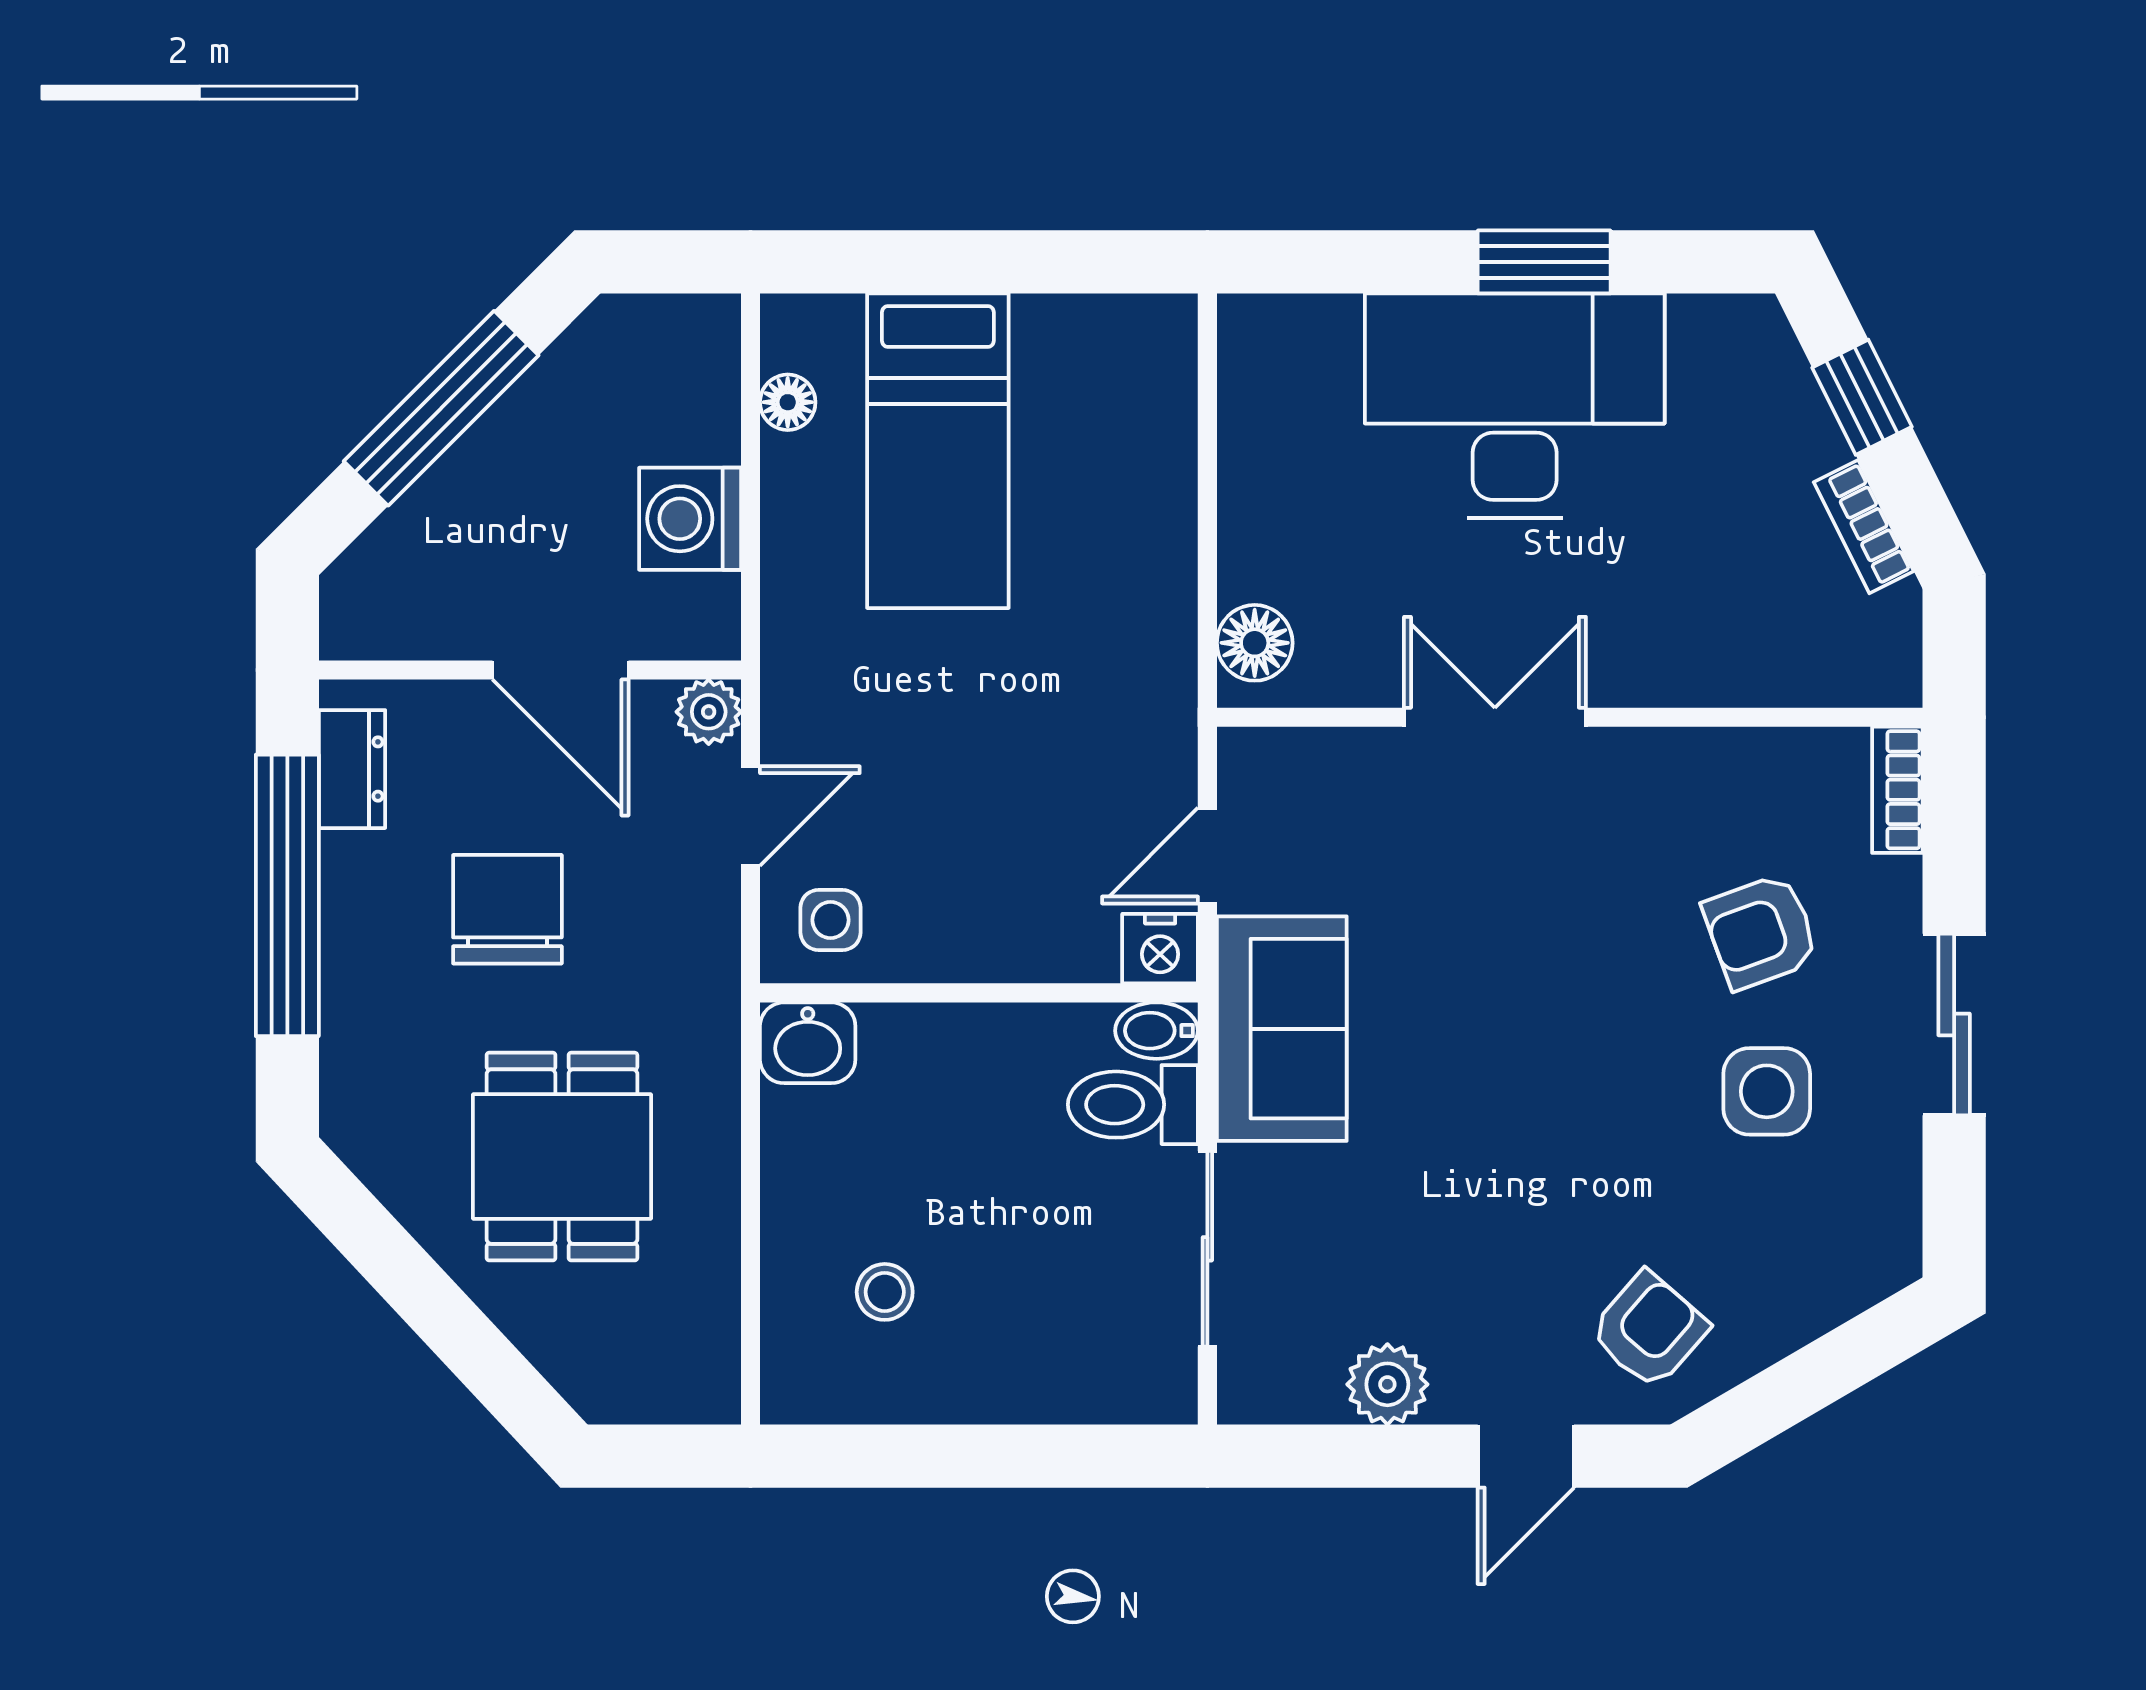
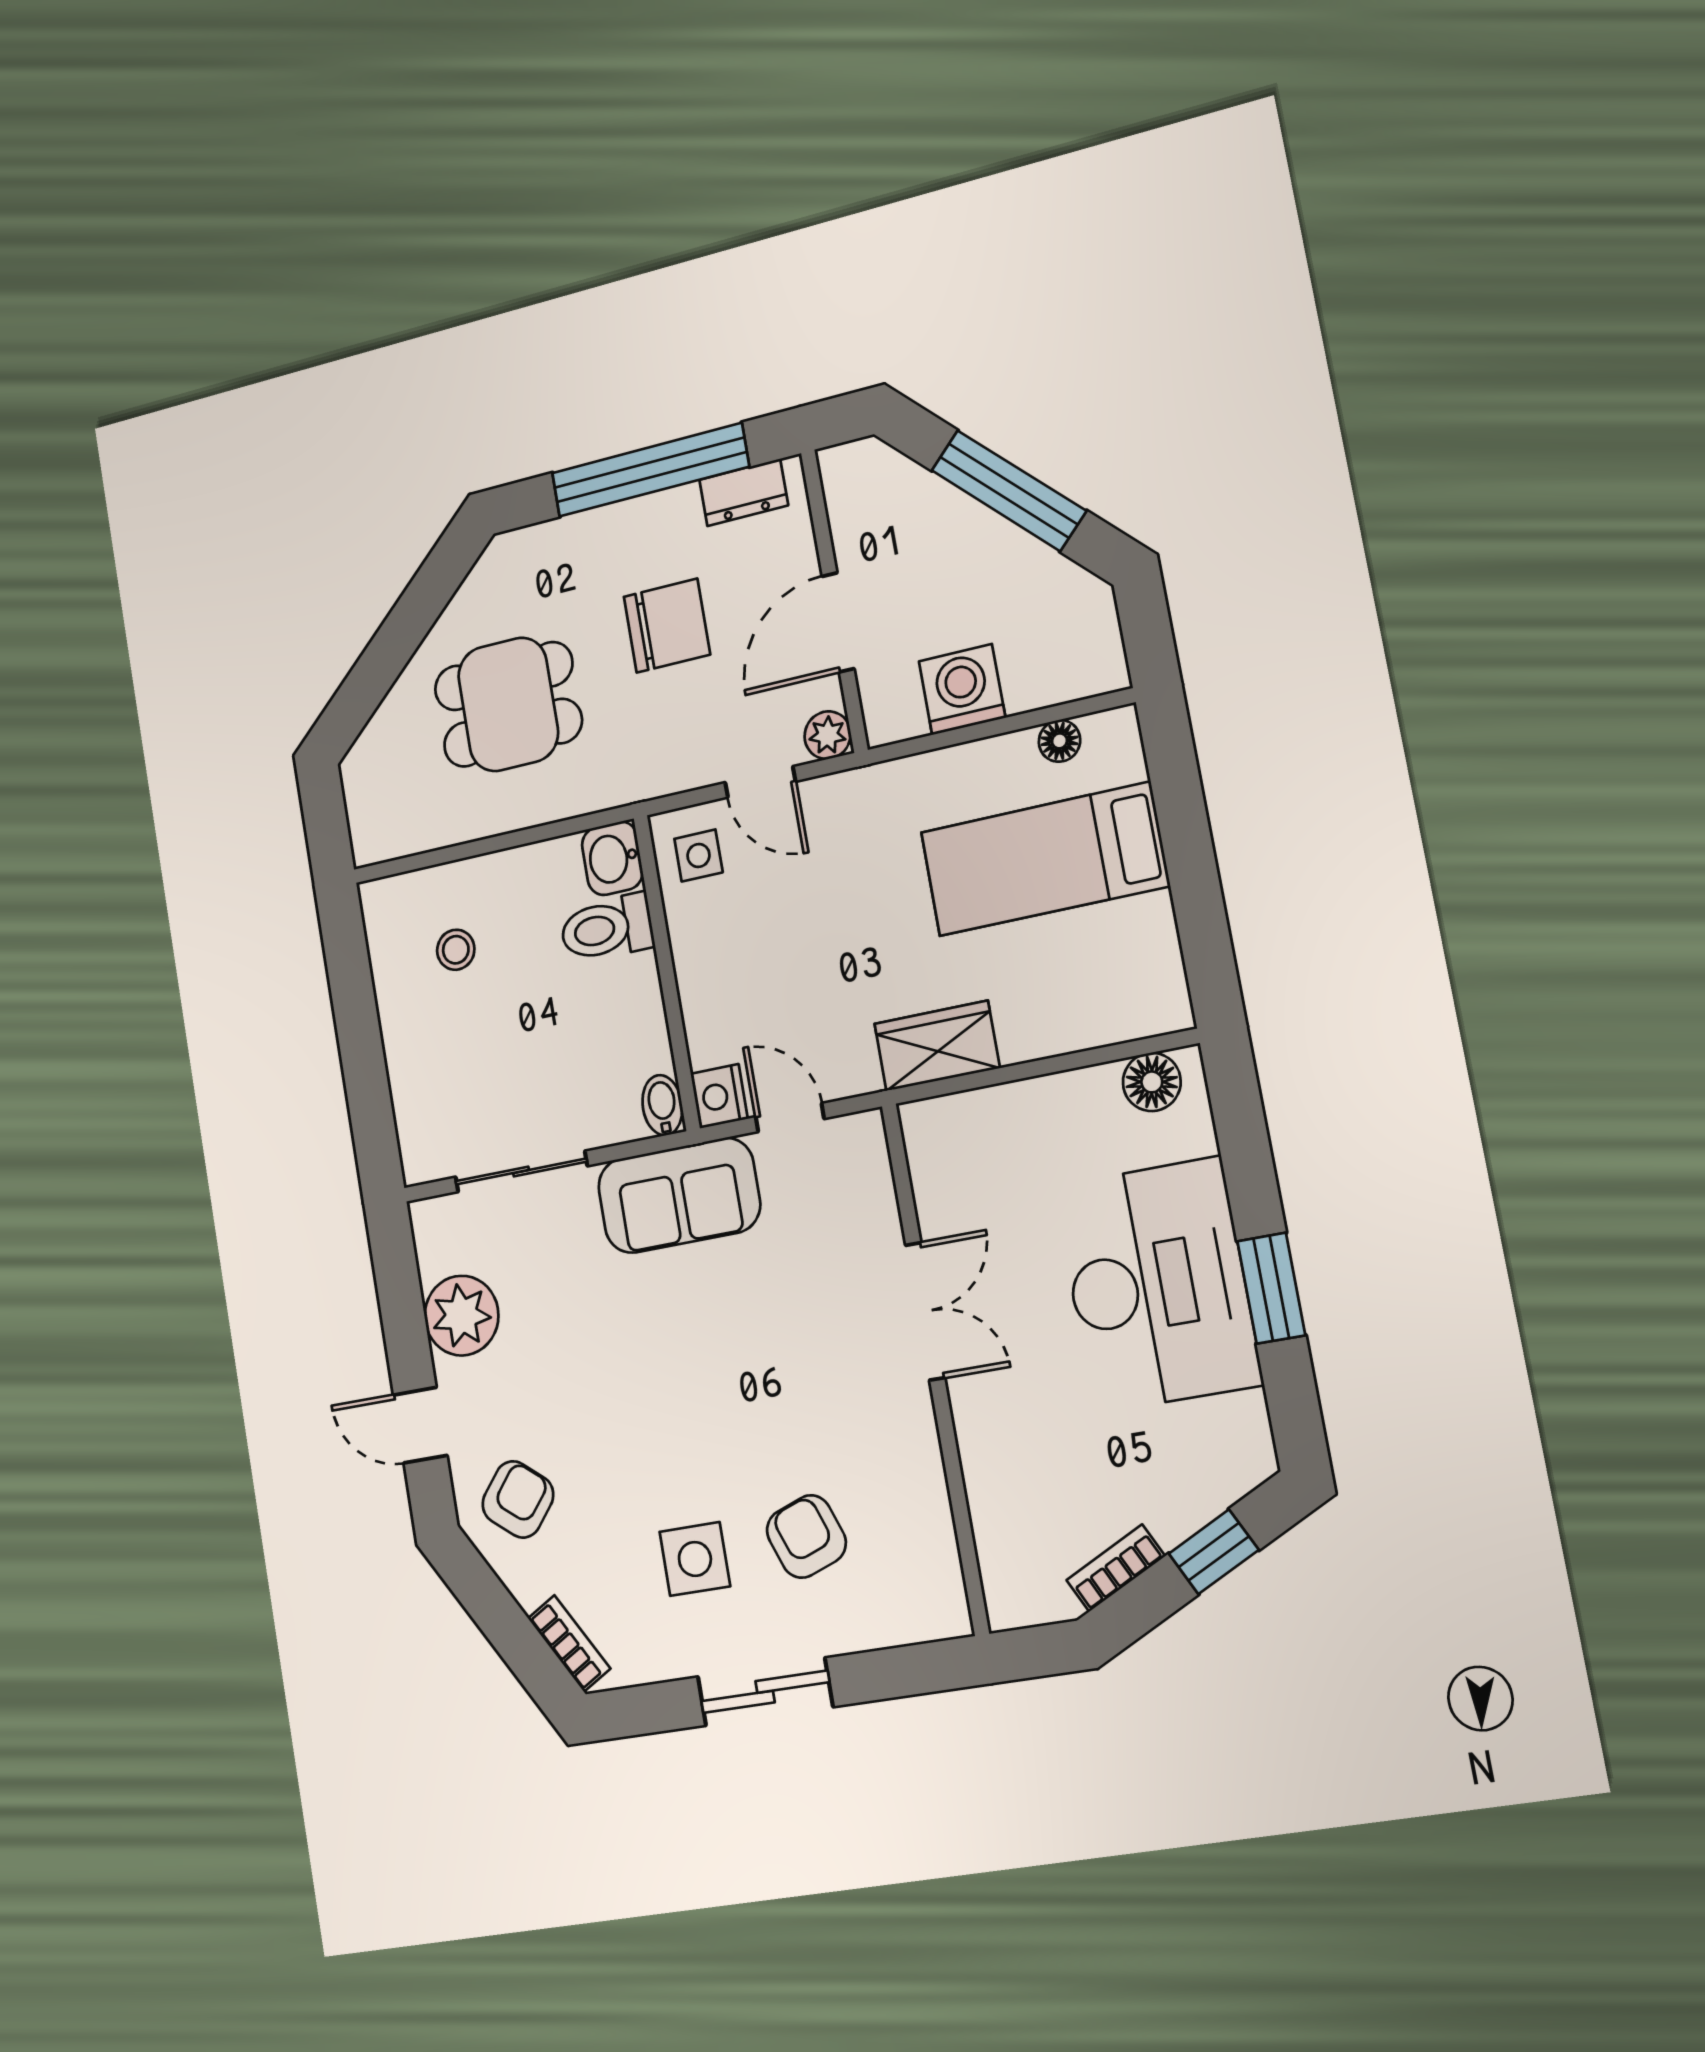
wardrobe: (1152, 638) -> (937, 1046), added
floor lamp: (1255, 643) -> (1152, 1082), moved
bookcase: (1897, 790) -> (569, 1643), moved, turned 60
toilet: (1133, 1105) -> (607, 928), moved, turned -90
armchair: (1649, 1330) -> (518, 1499), turned -92
plant: (1387, 1384) -> (462, 1316), width x1.36, depth x1.36

